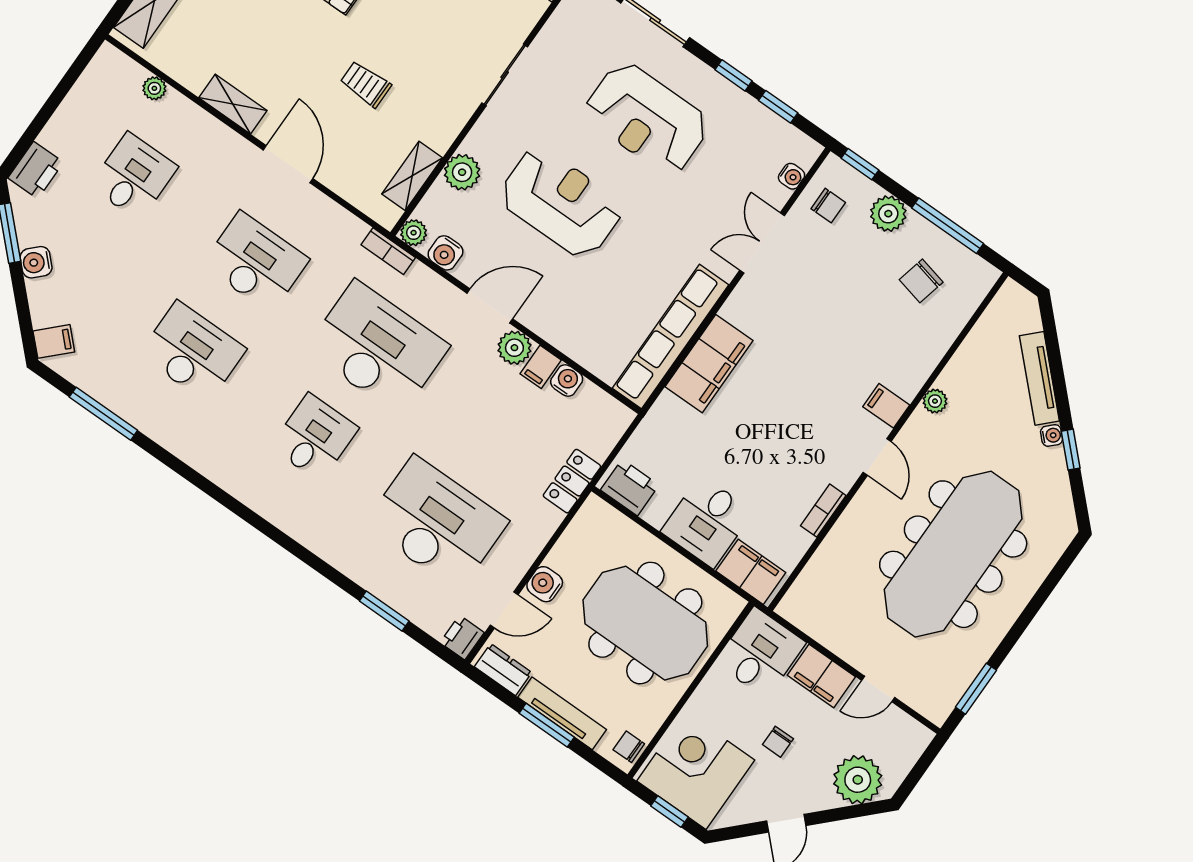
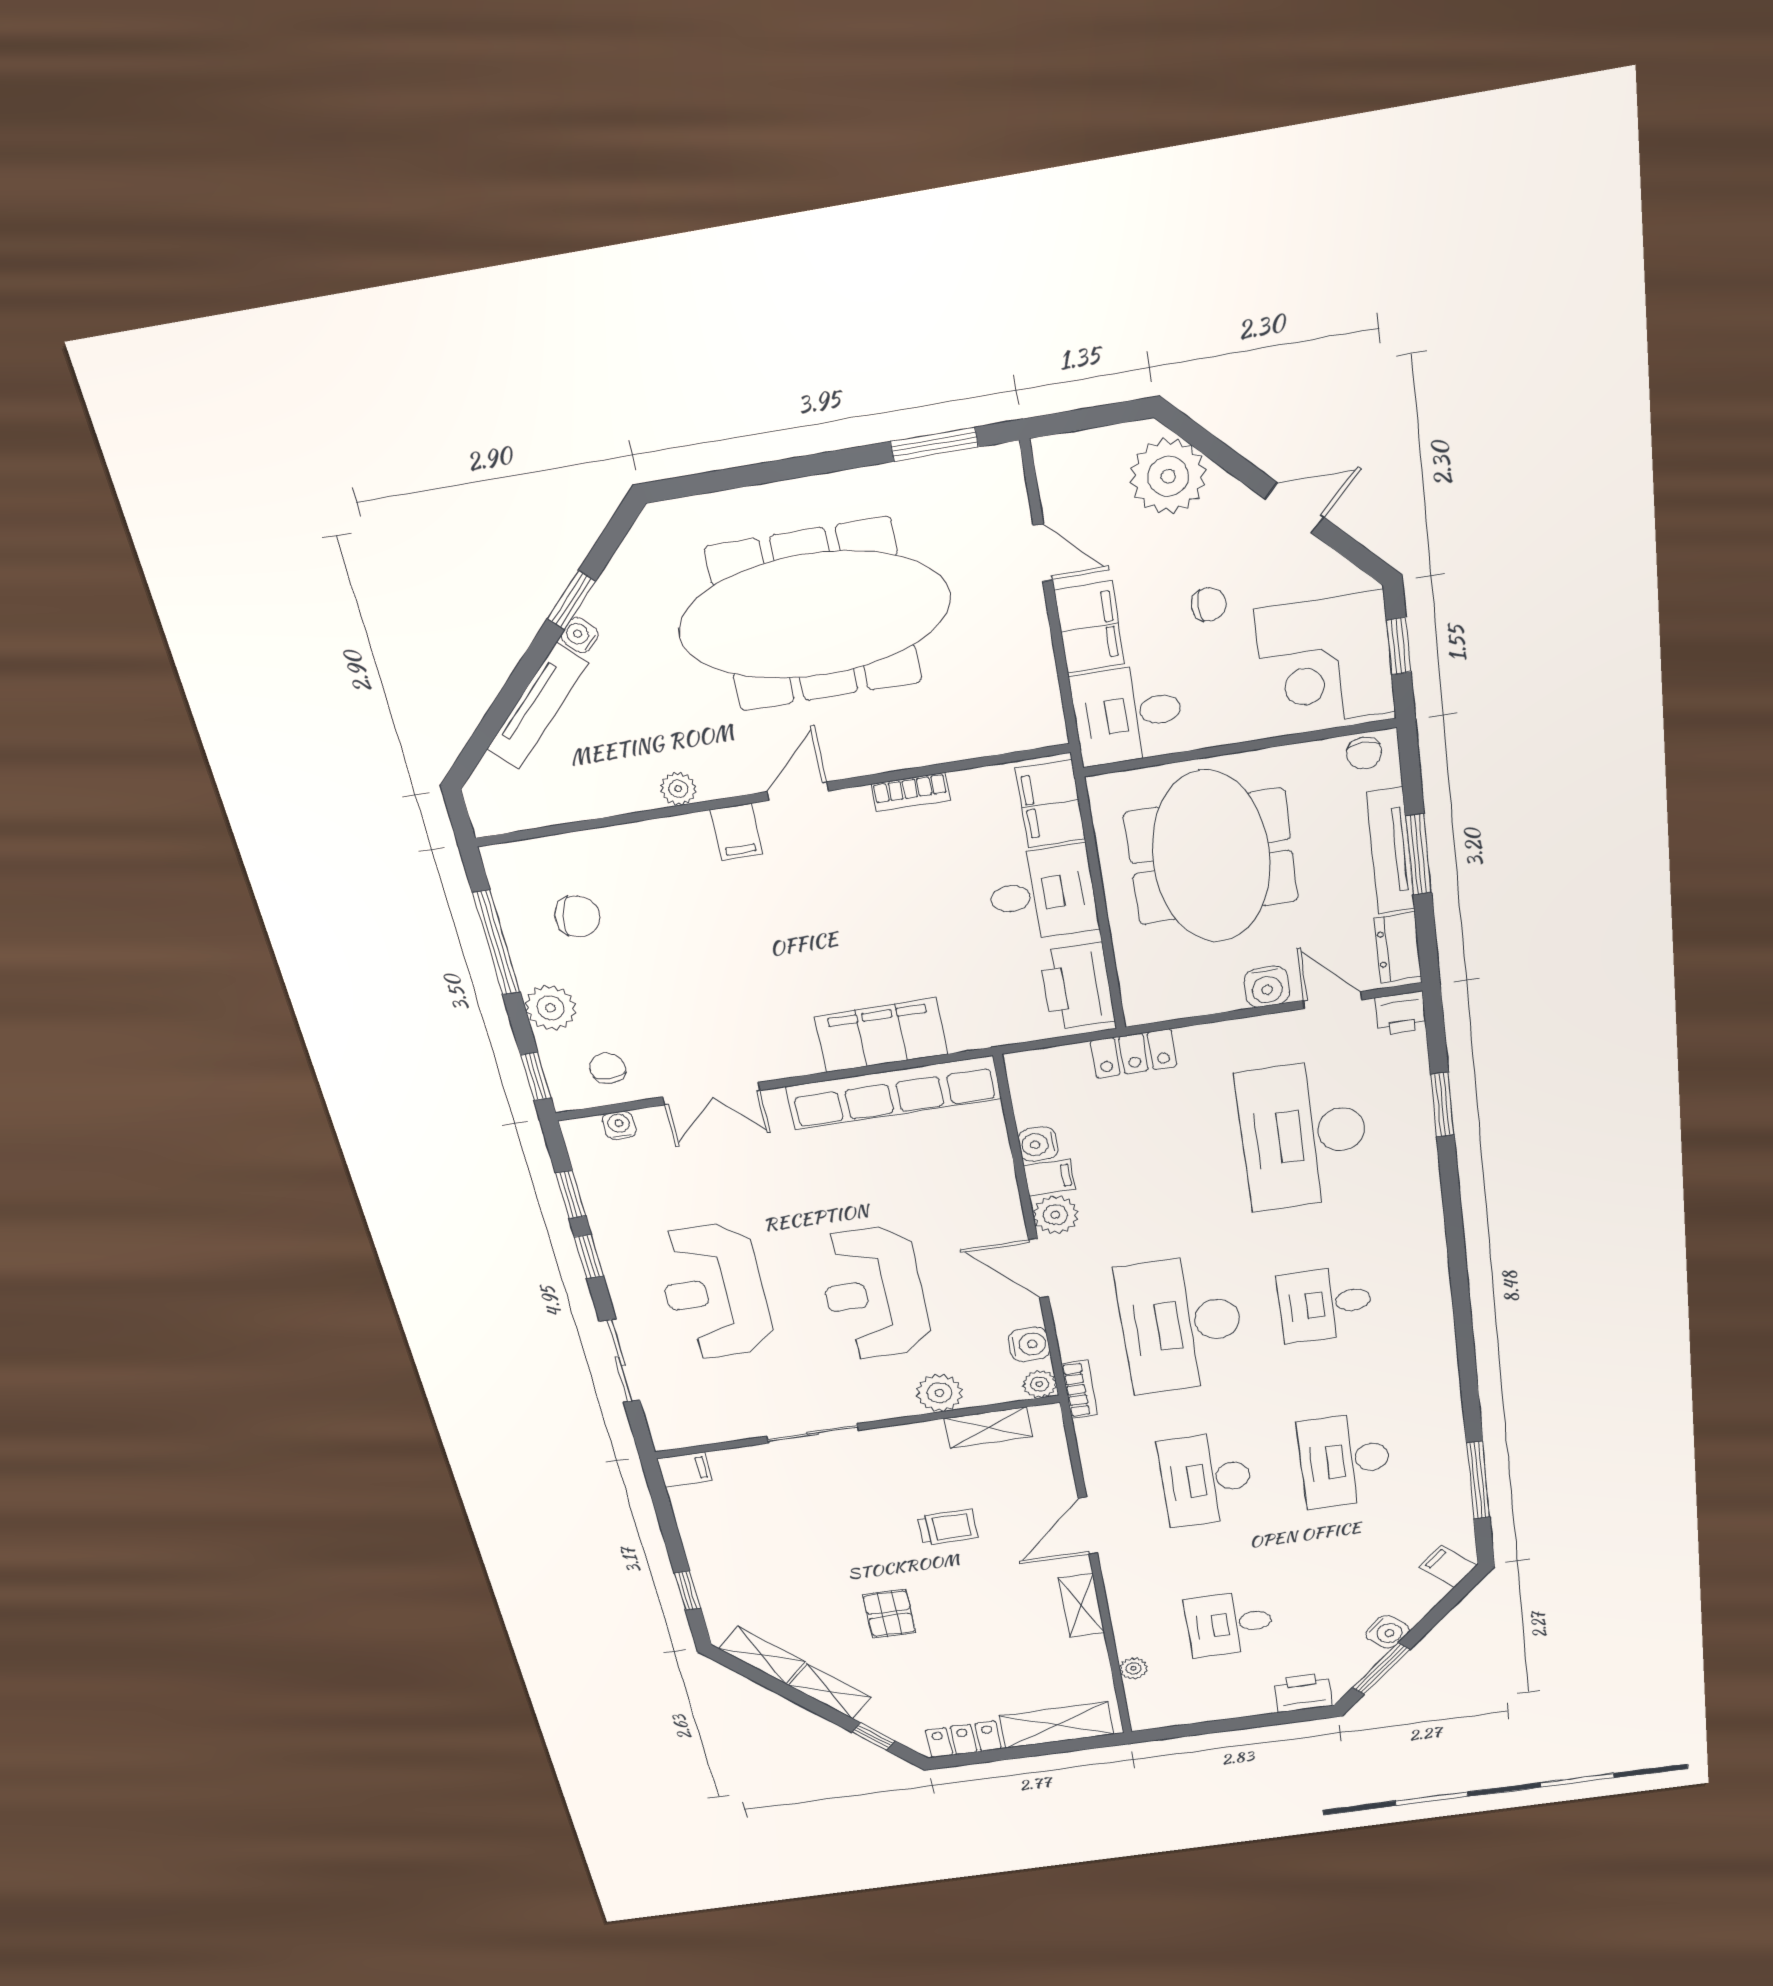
trolley: (366, 84) -> (948, 1527), turned -90
reception desk: (647, 118) -> (714, 1292), turned 180
printer: (630, 487) -> (1077, 986), width x1.37, depth x1.19

